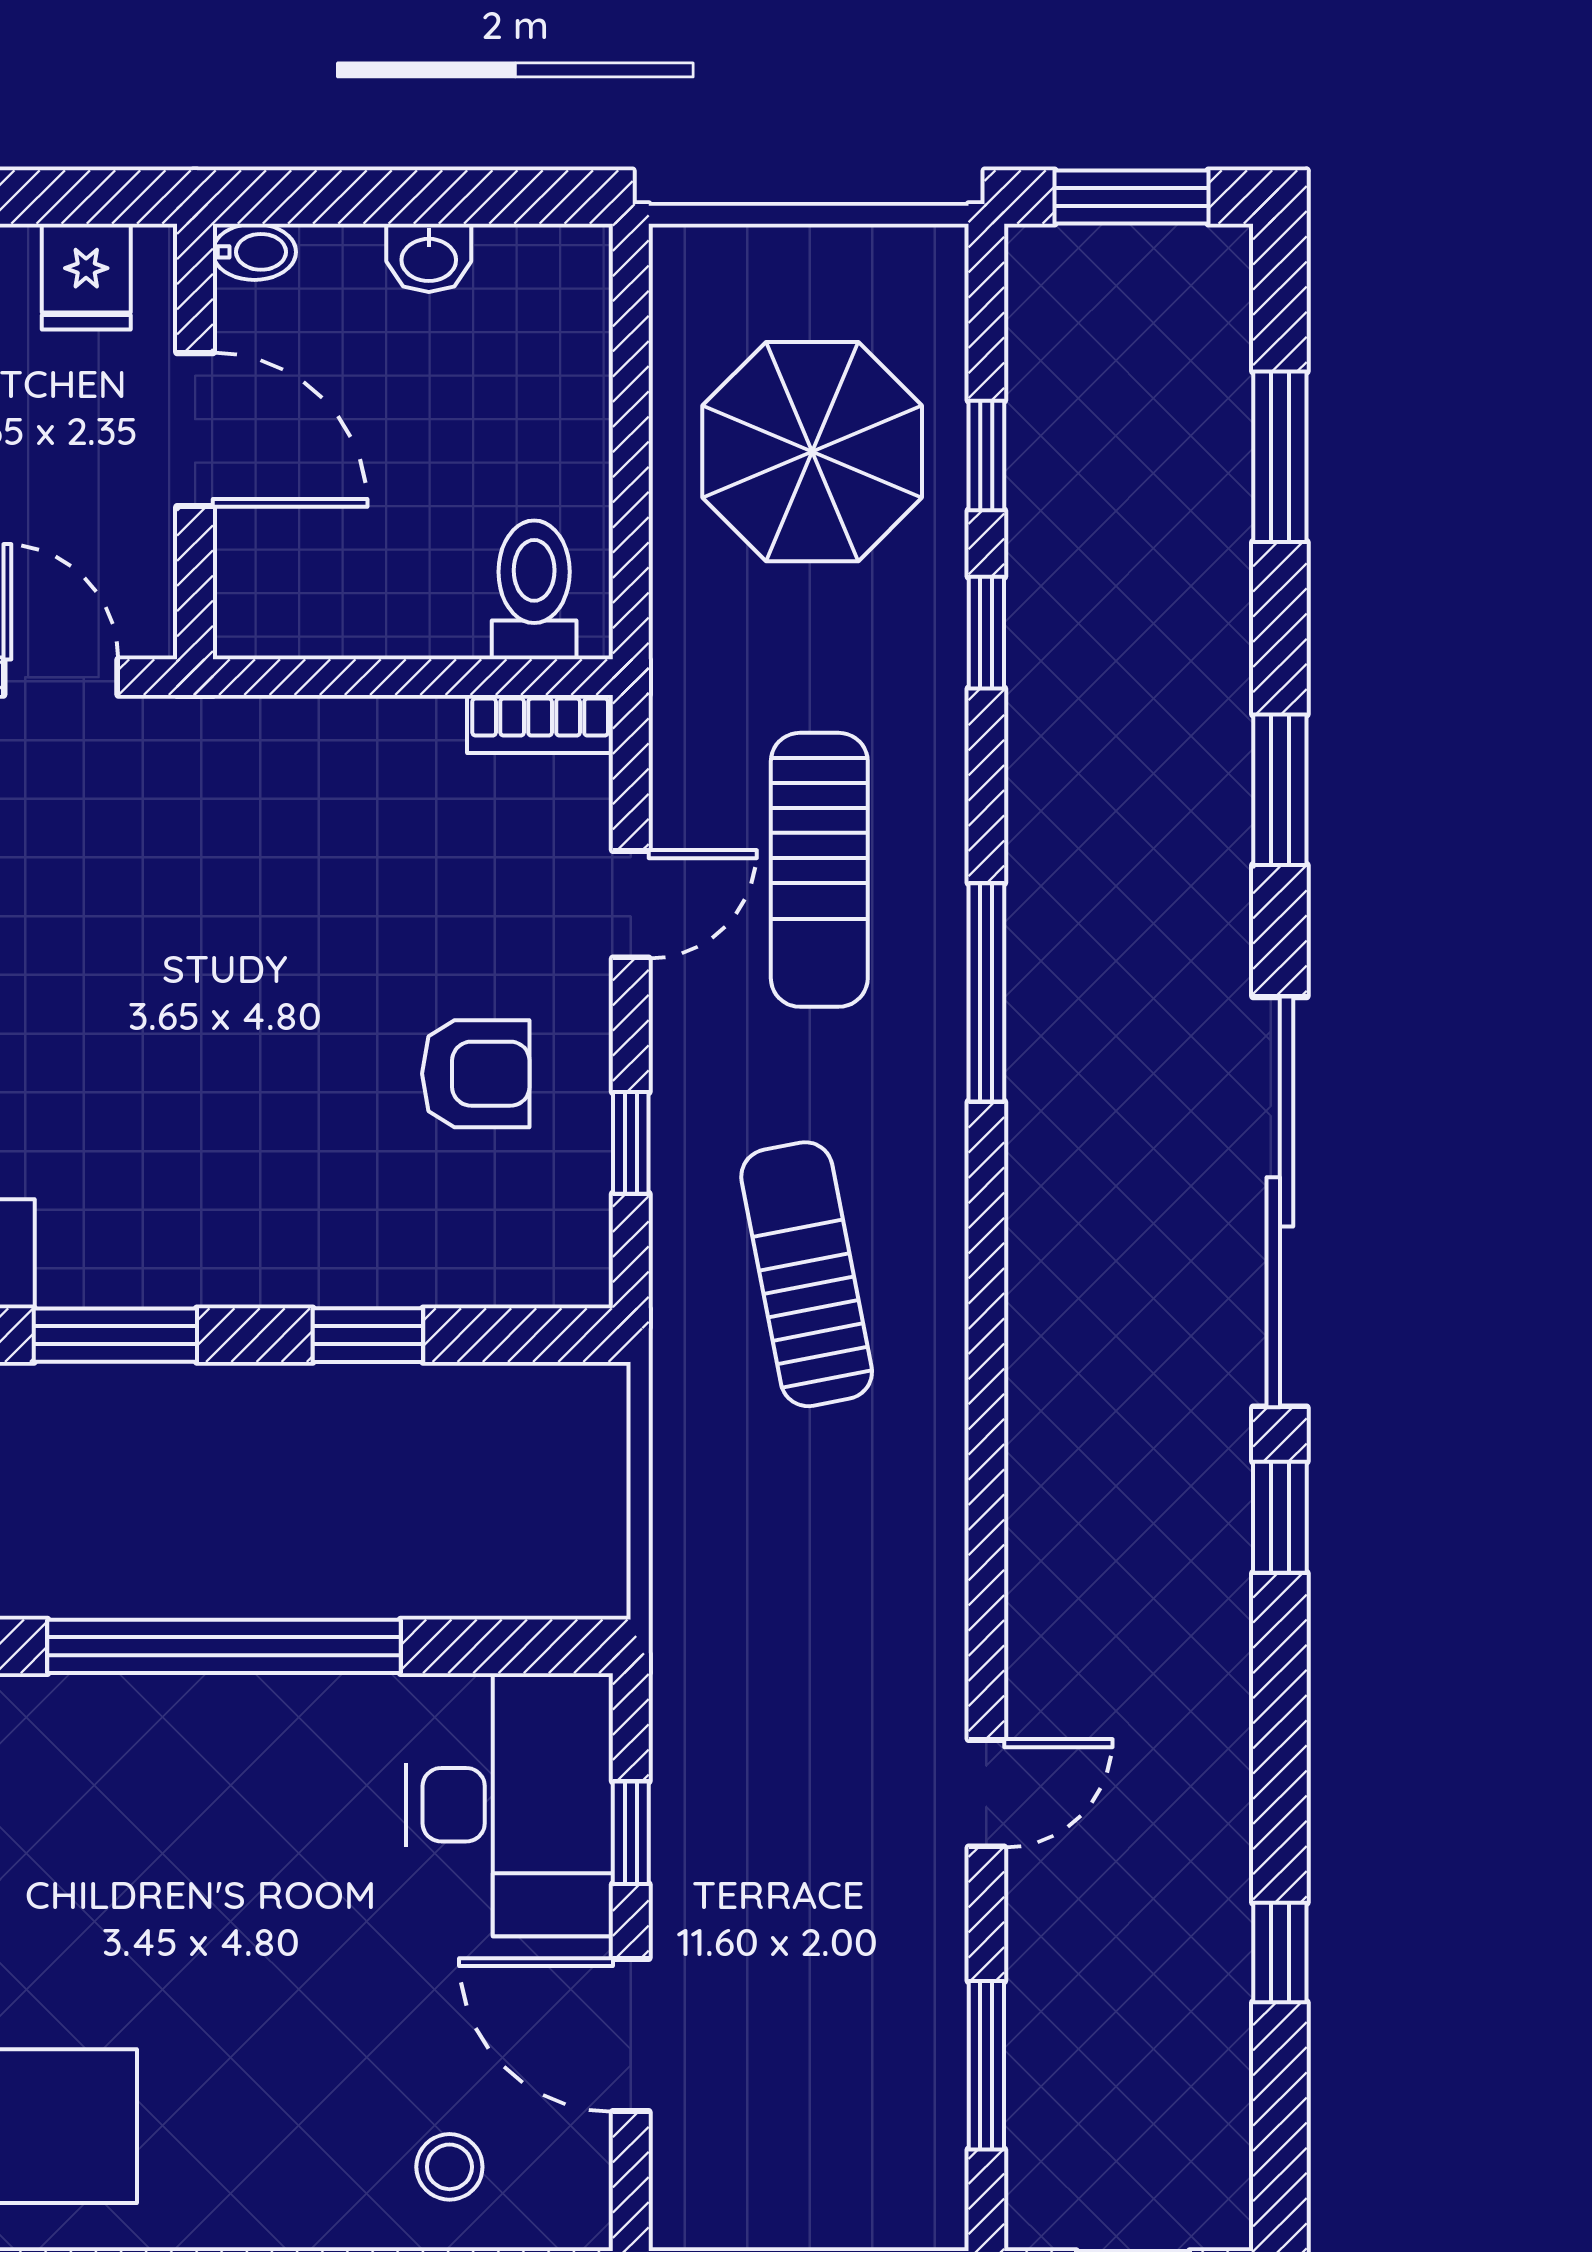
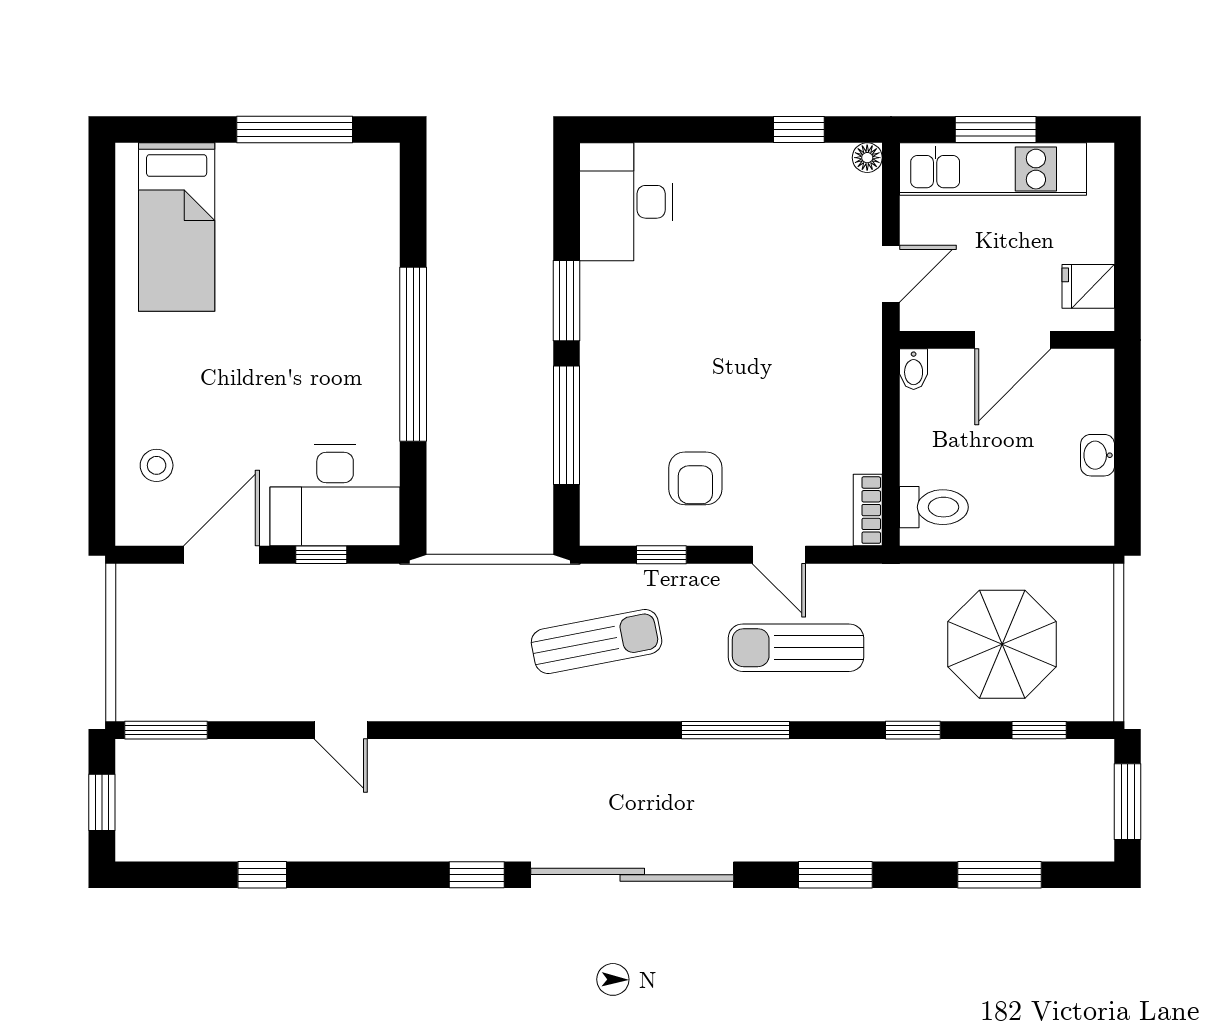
bidet: (254, 252) -> (914, 369), moved
window: (986, 455) -> (1039, 730), moved
window: (368, 1335) -> (567, 425), width x2.17
window: (986, 2065) -> (166, 730), moved

